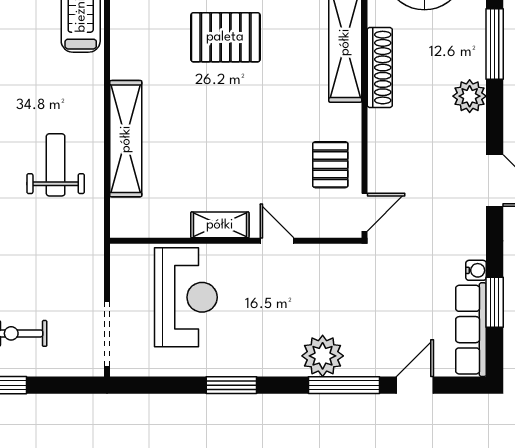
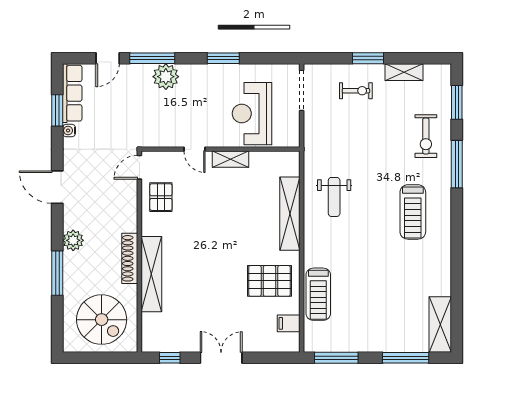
pallet: (225, 37) -> (270, 281), moved

